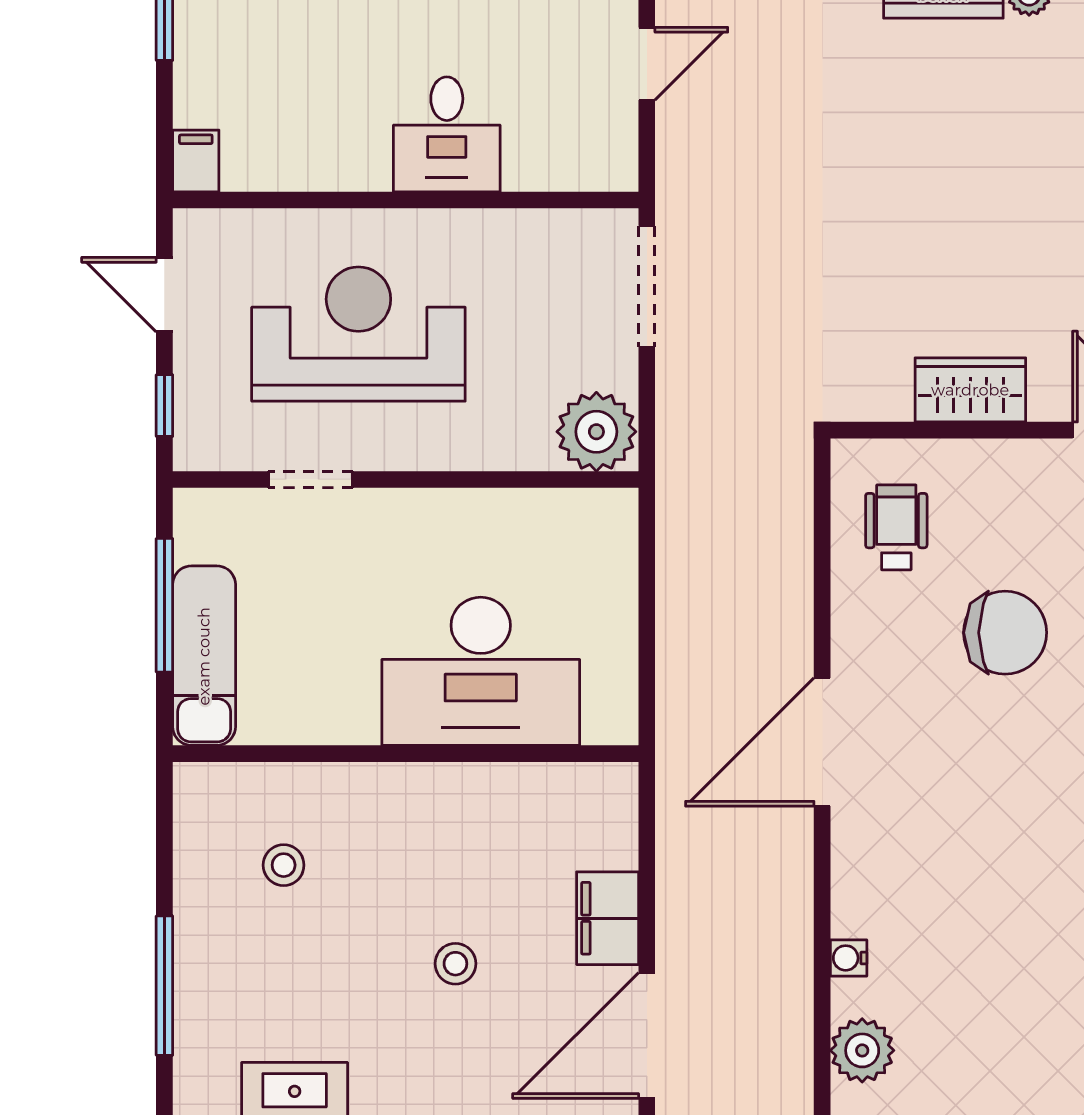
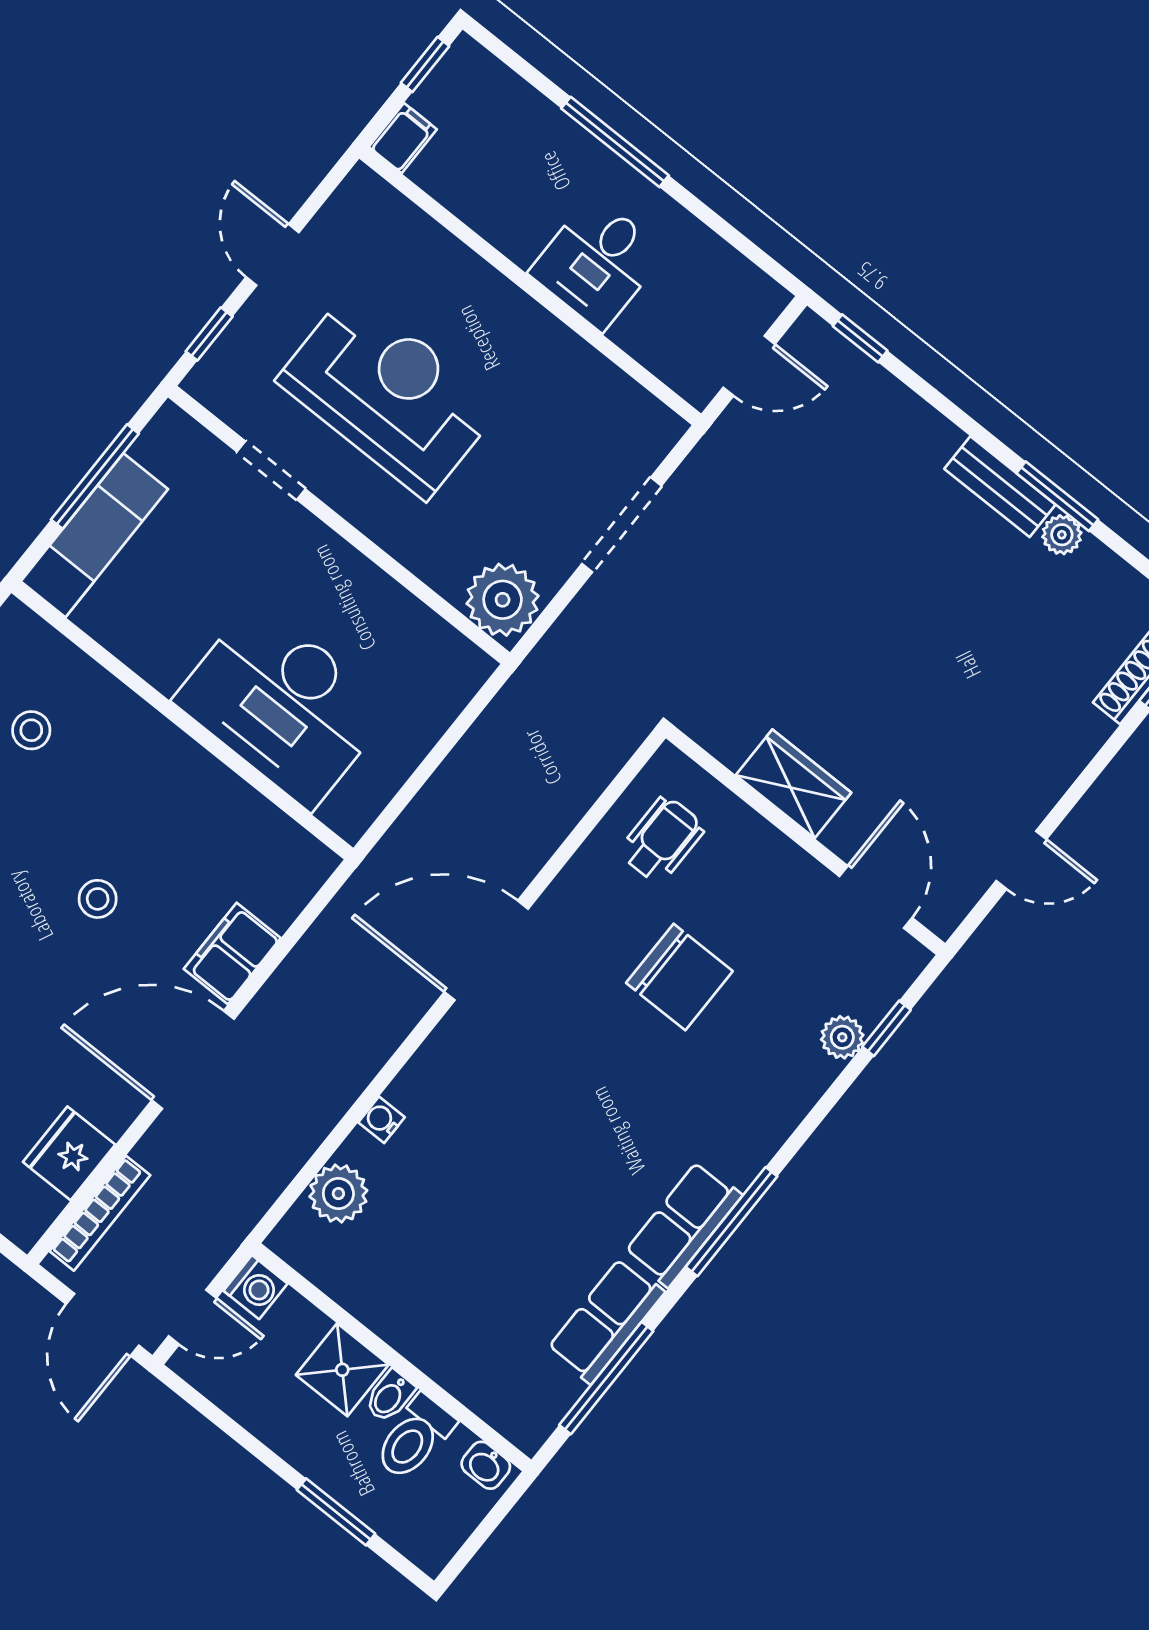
desk: (447, 134) -> (597, 263), moved
filing cabinet: (196, 161) -> (403, 138), moved
wall: (406, 200) -> (530, 286), moved

